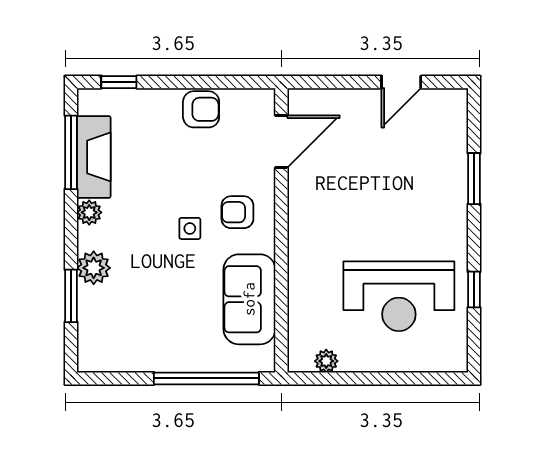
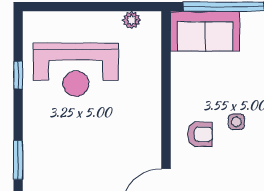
reception desk: (399, 296) -> (76, 70), turned 180
sofa: (249, 299) -> (205, 31), moved, turned 90

